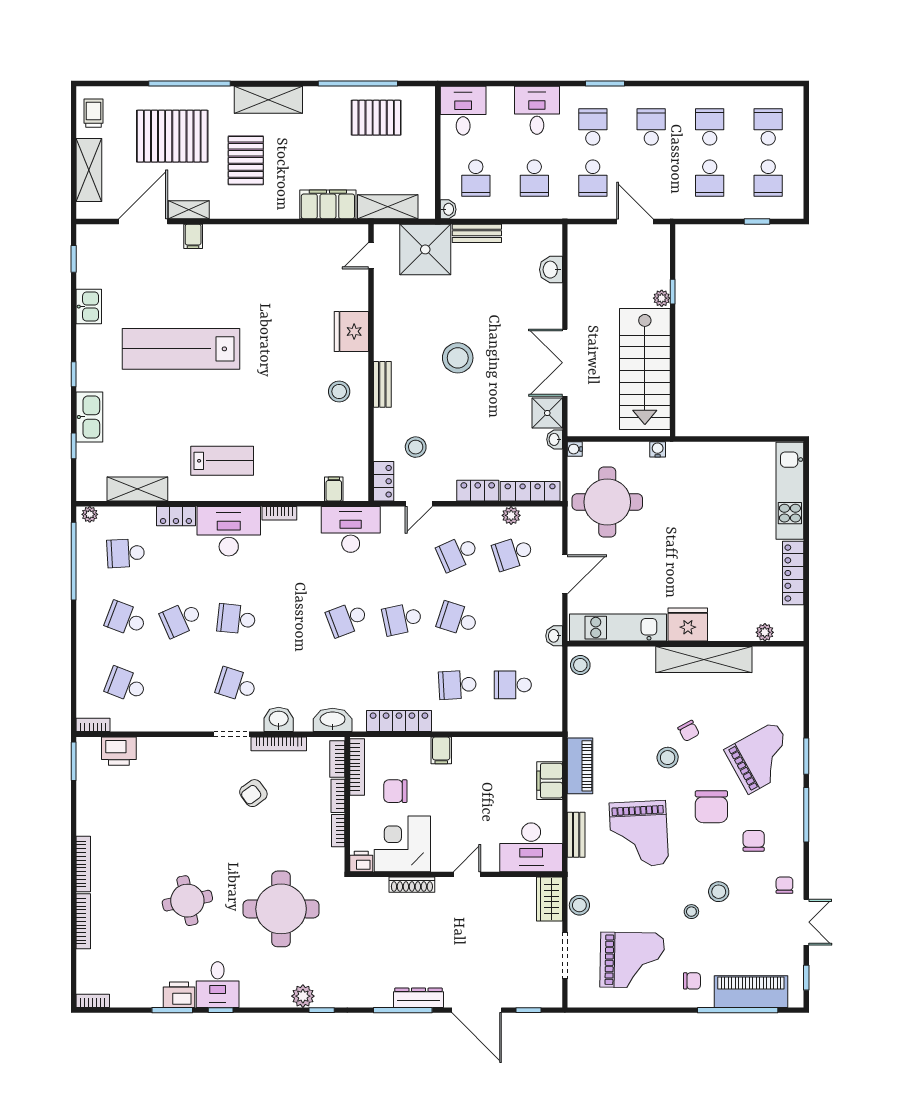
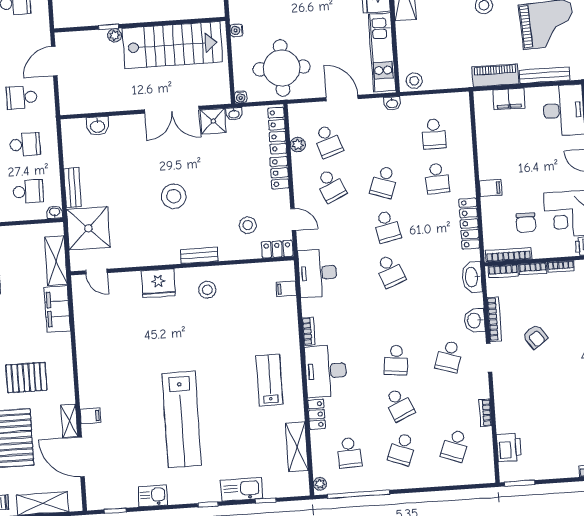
school desk: (593, 178) -> (22, 97), turned 180
bookcase: (93, 725) -> (485, 413), moved
bench: (576, 835) -> (544, 75), width x1.36

